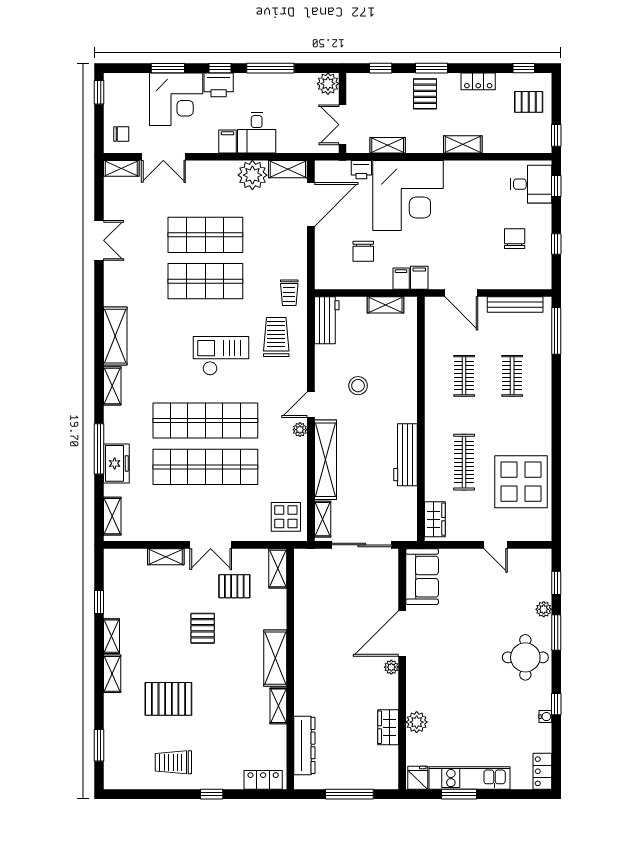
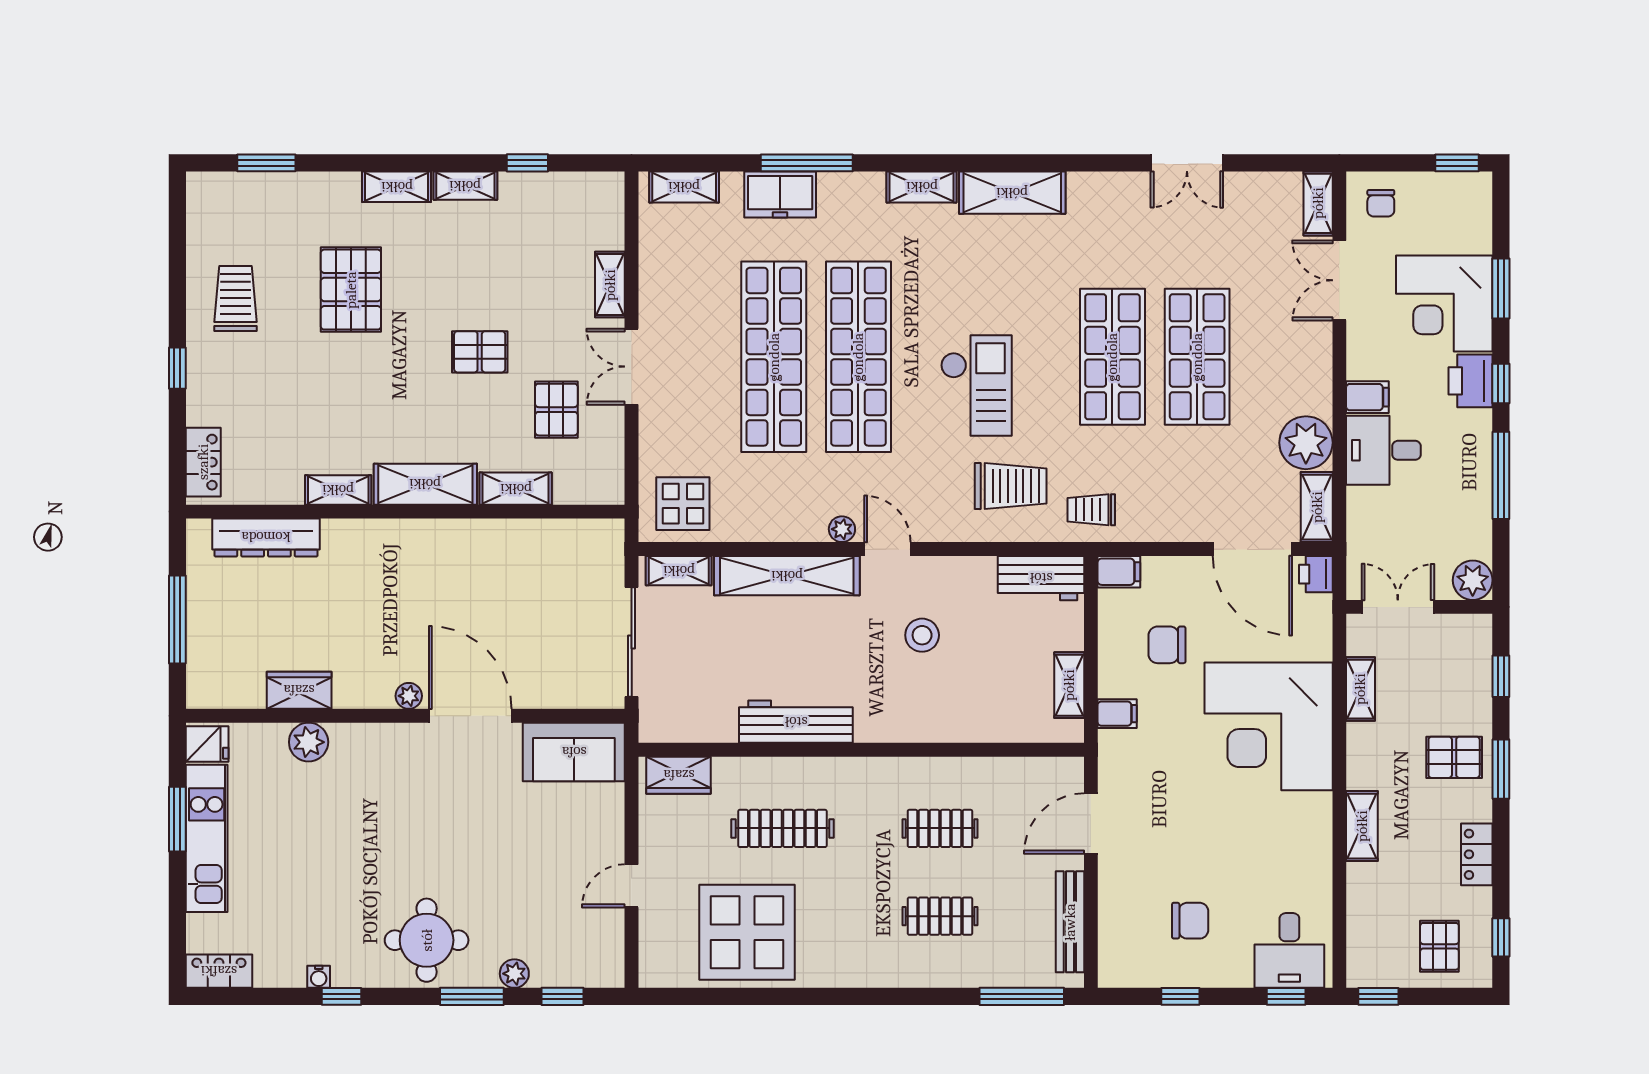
printer: (361, 170) -> (1316, 574), moved
filing cabinet: (419, 278) -> (1119, 572), moved
shelving: (278, 568) -> (516, 489), moved

